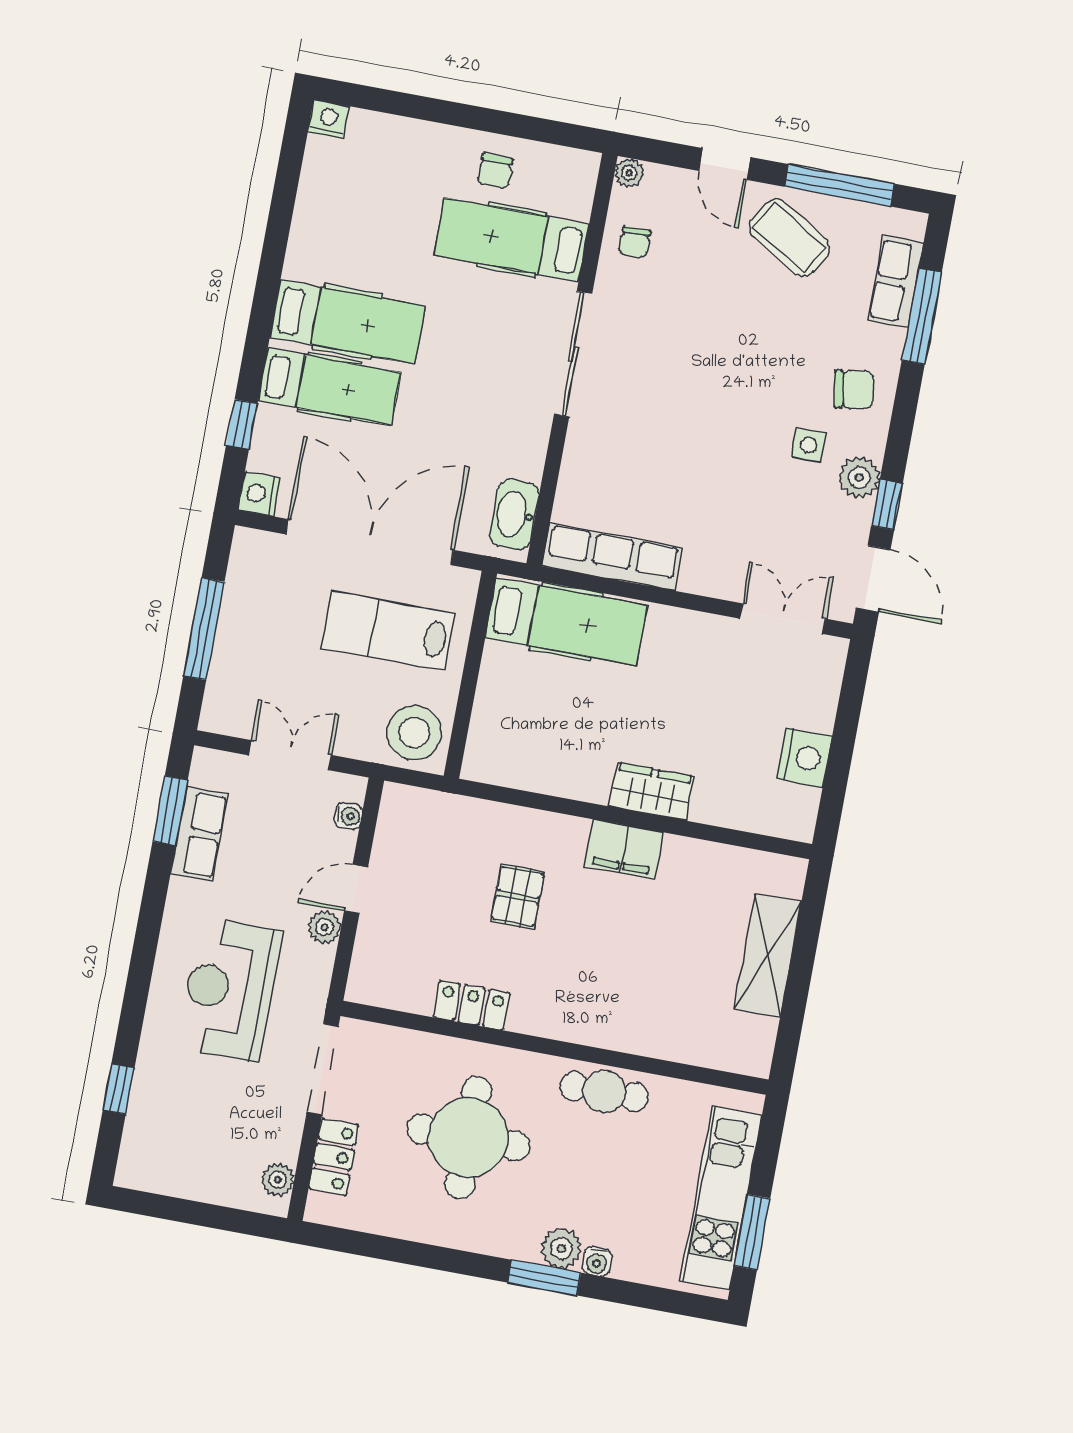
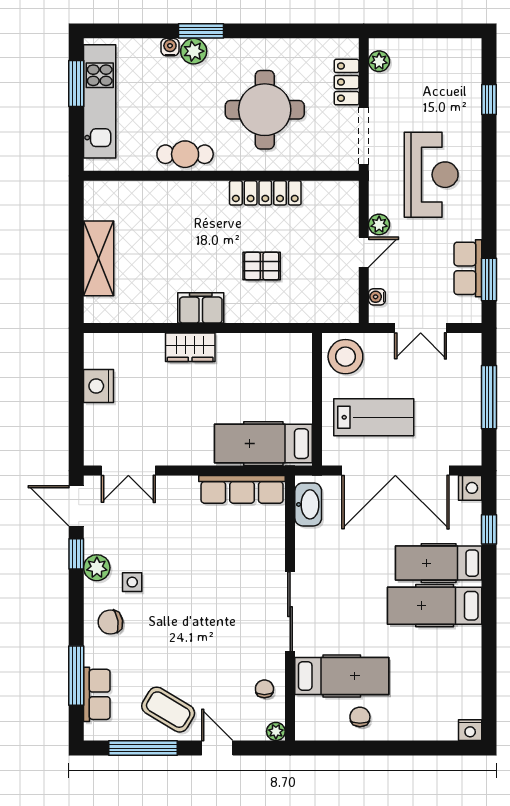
pallet: (518, 897) -> (262, 266), turned 90
locker: (472, 1005) -> (265, 193), width x1.53

